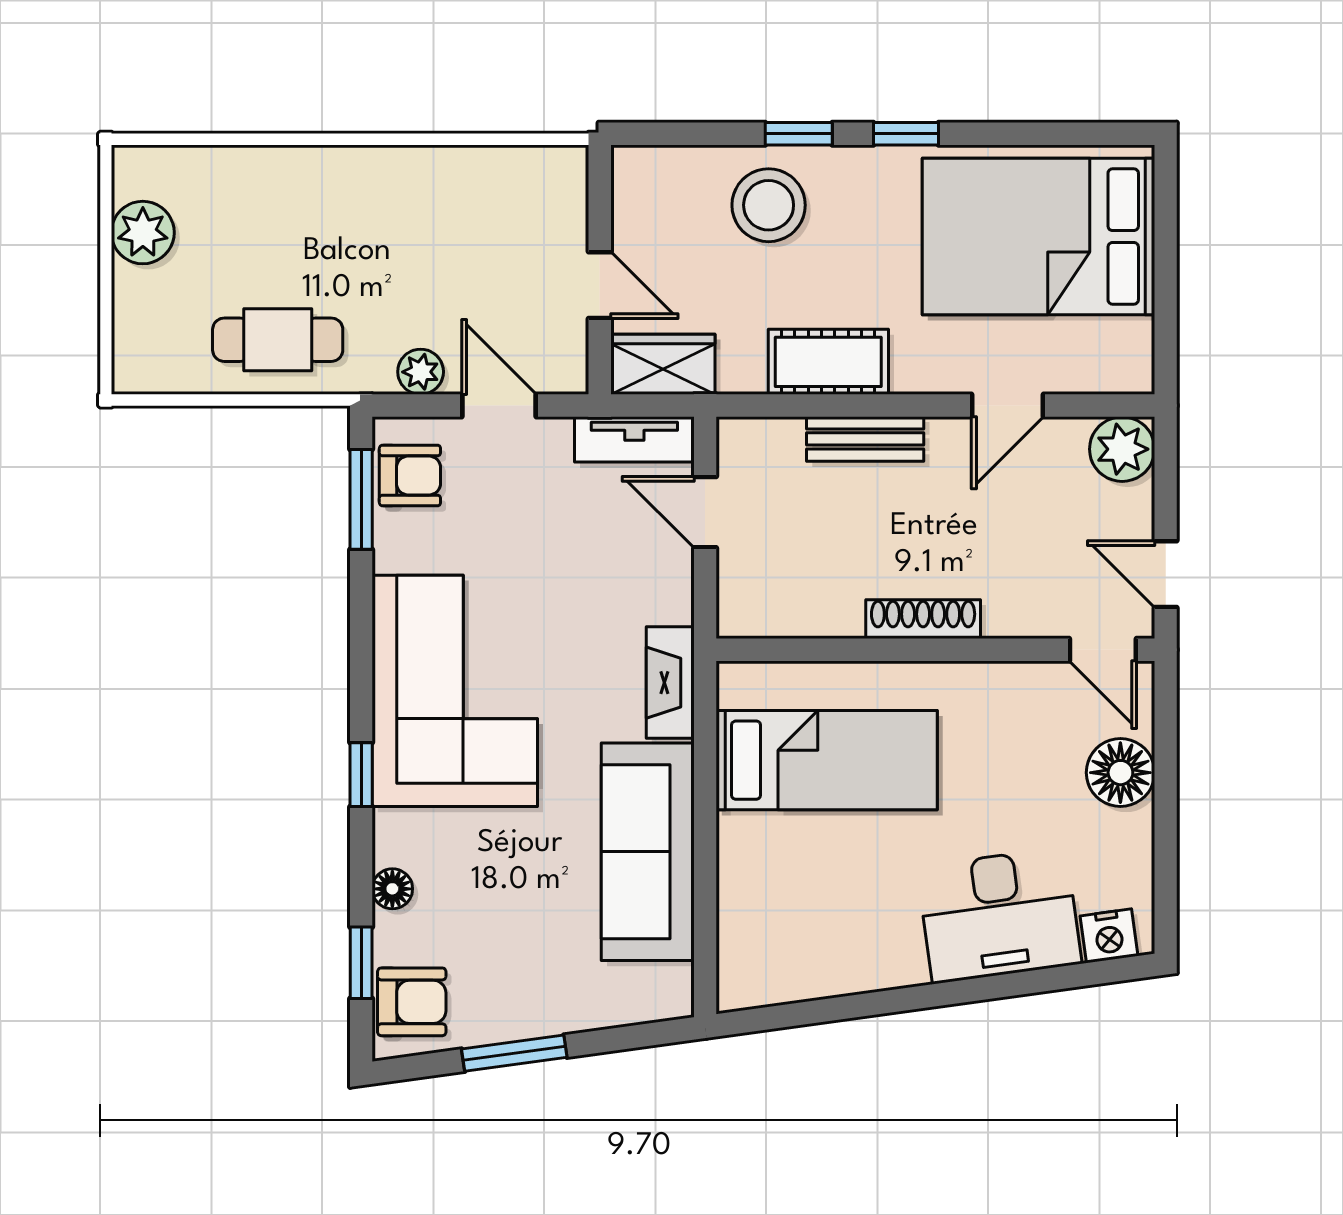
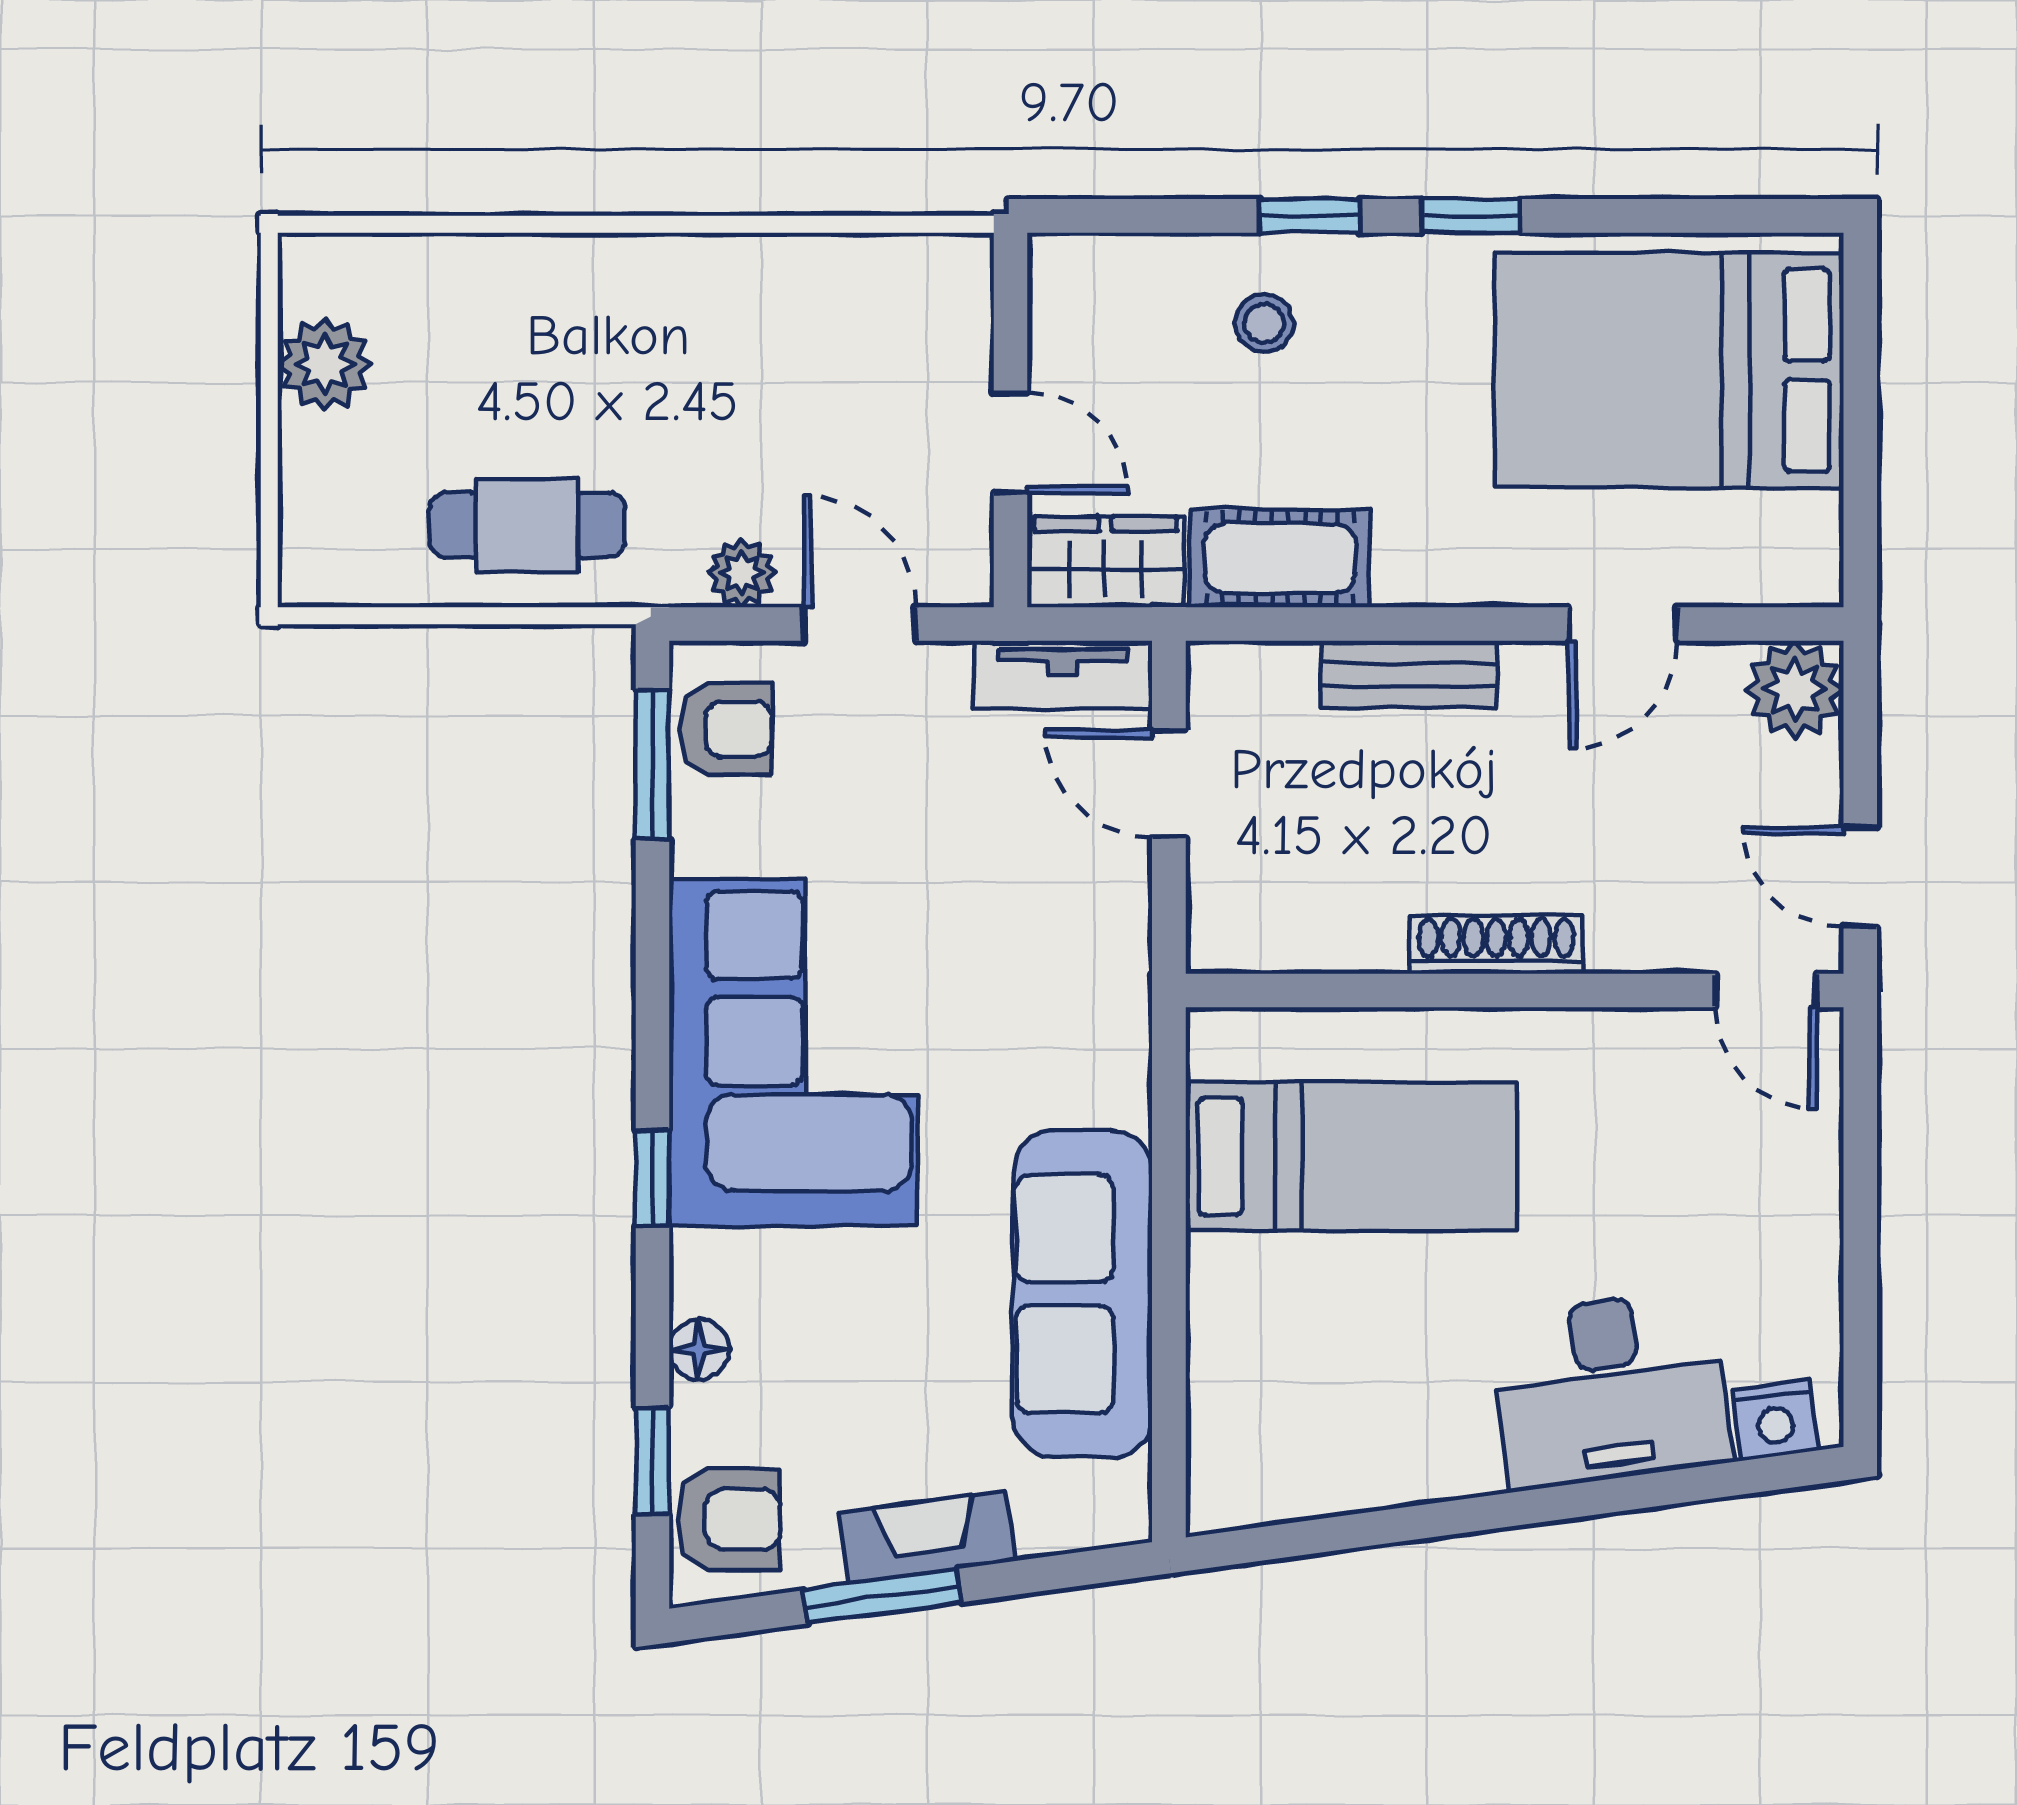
stool: (769, 205) -> (1264, 323), width x0.53, depth x0.53
cot: (828, 362) -> (1280, 558), moved
fireplace: (670, 683) -> (927, 1537), moved, turned 82
floor lamp: (1120, 773) -> (1792, 1175), removed

